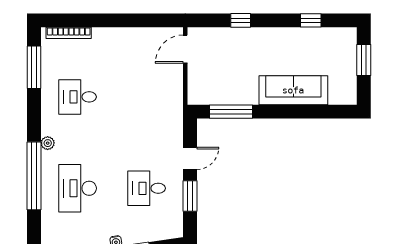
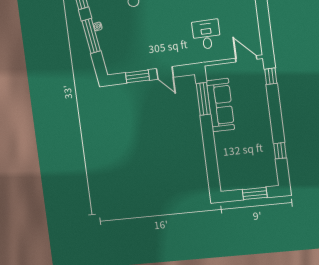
window: (241, 20) -> (271, 76), moved
sofa: (293, 90) -> (220, 105), moved
desk: (147, 188) -> (206, 34), moved

